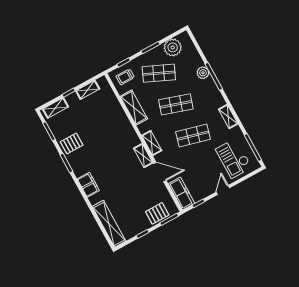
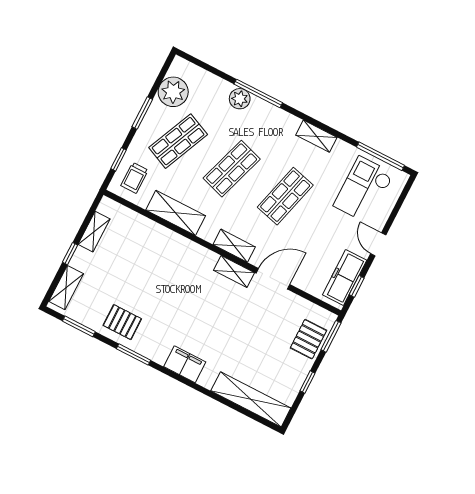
pallet: (72, 143) -> (122, 322), turned 90
checkout: (234, 158) -> (364, 190), turned 90
freezer: (182, 193) -> (345, 278), moved, turned -90

